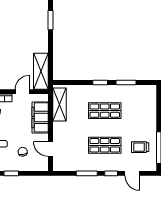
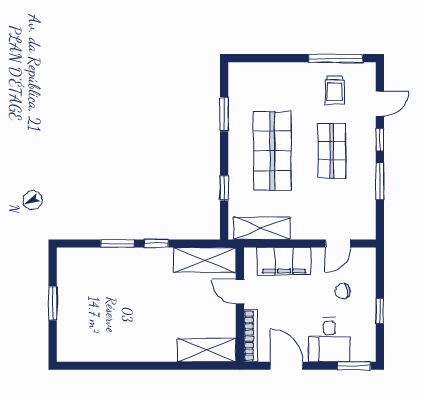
window: (51, 43) -> (156, 244), added
window: (100, 82) -> (224, 188), moved
shop shelf: (105, 111) -> (272, 151), width x1.43, depth x1.36

